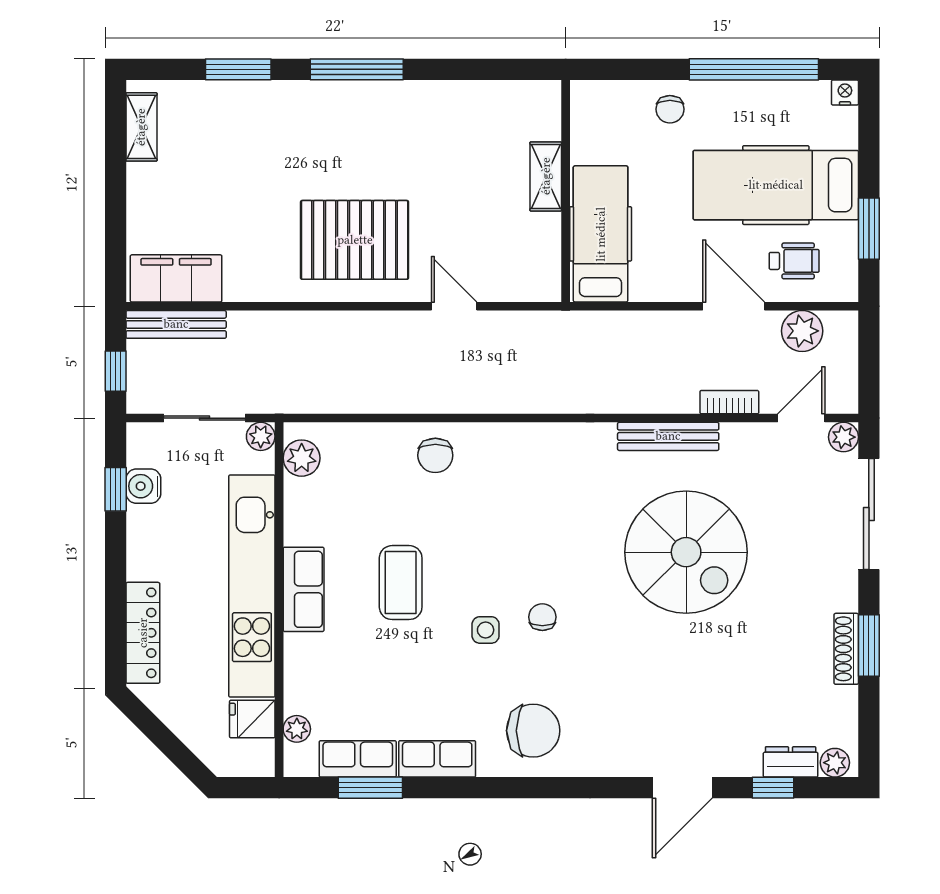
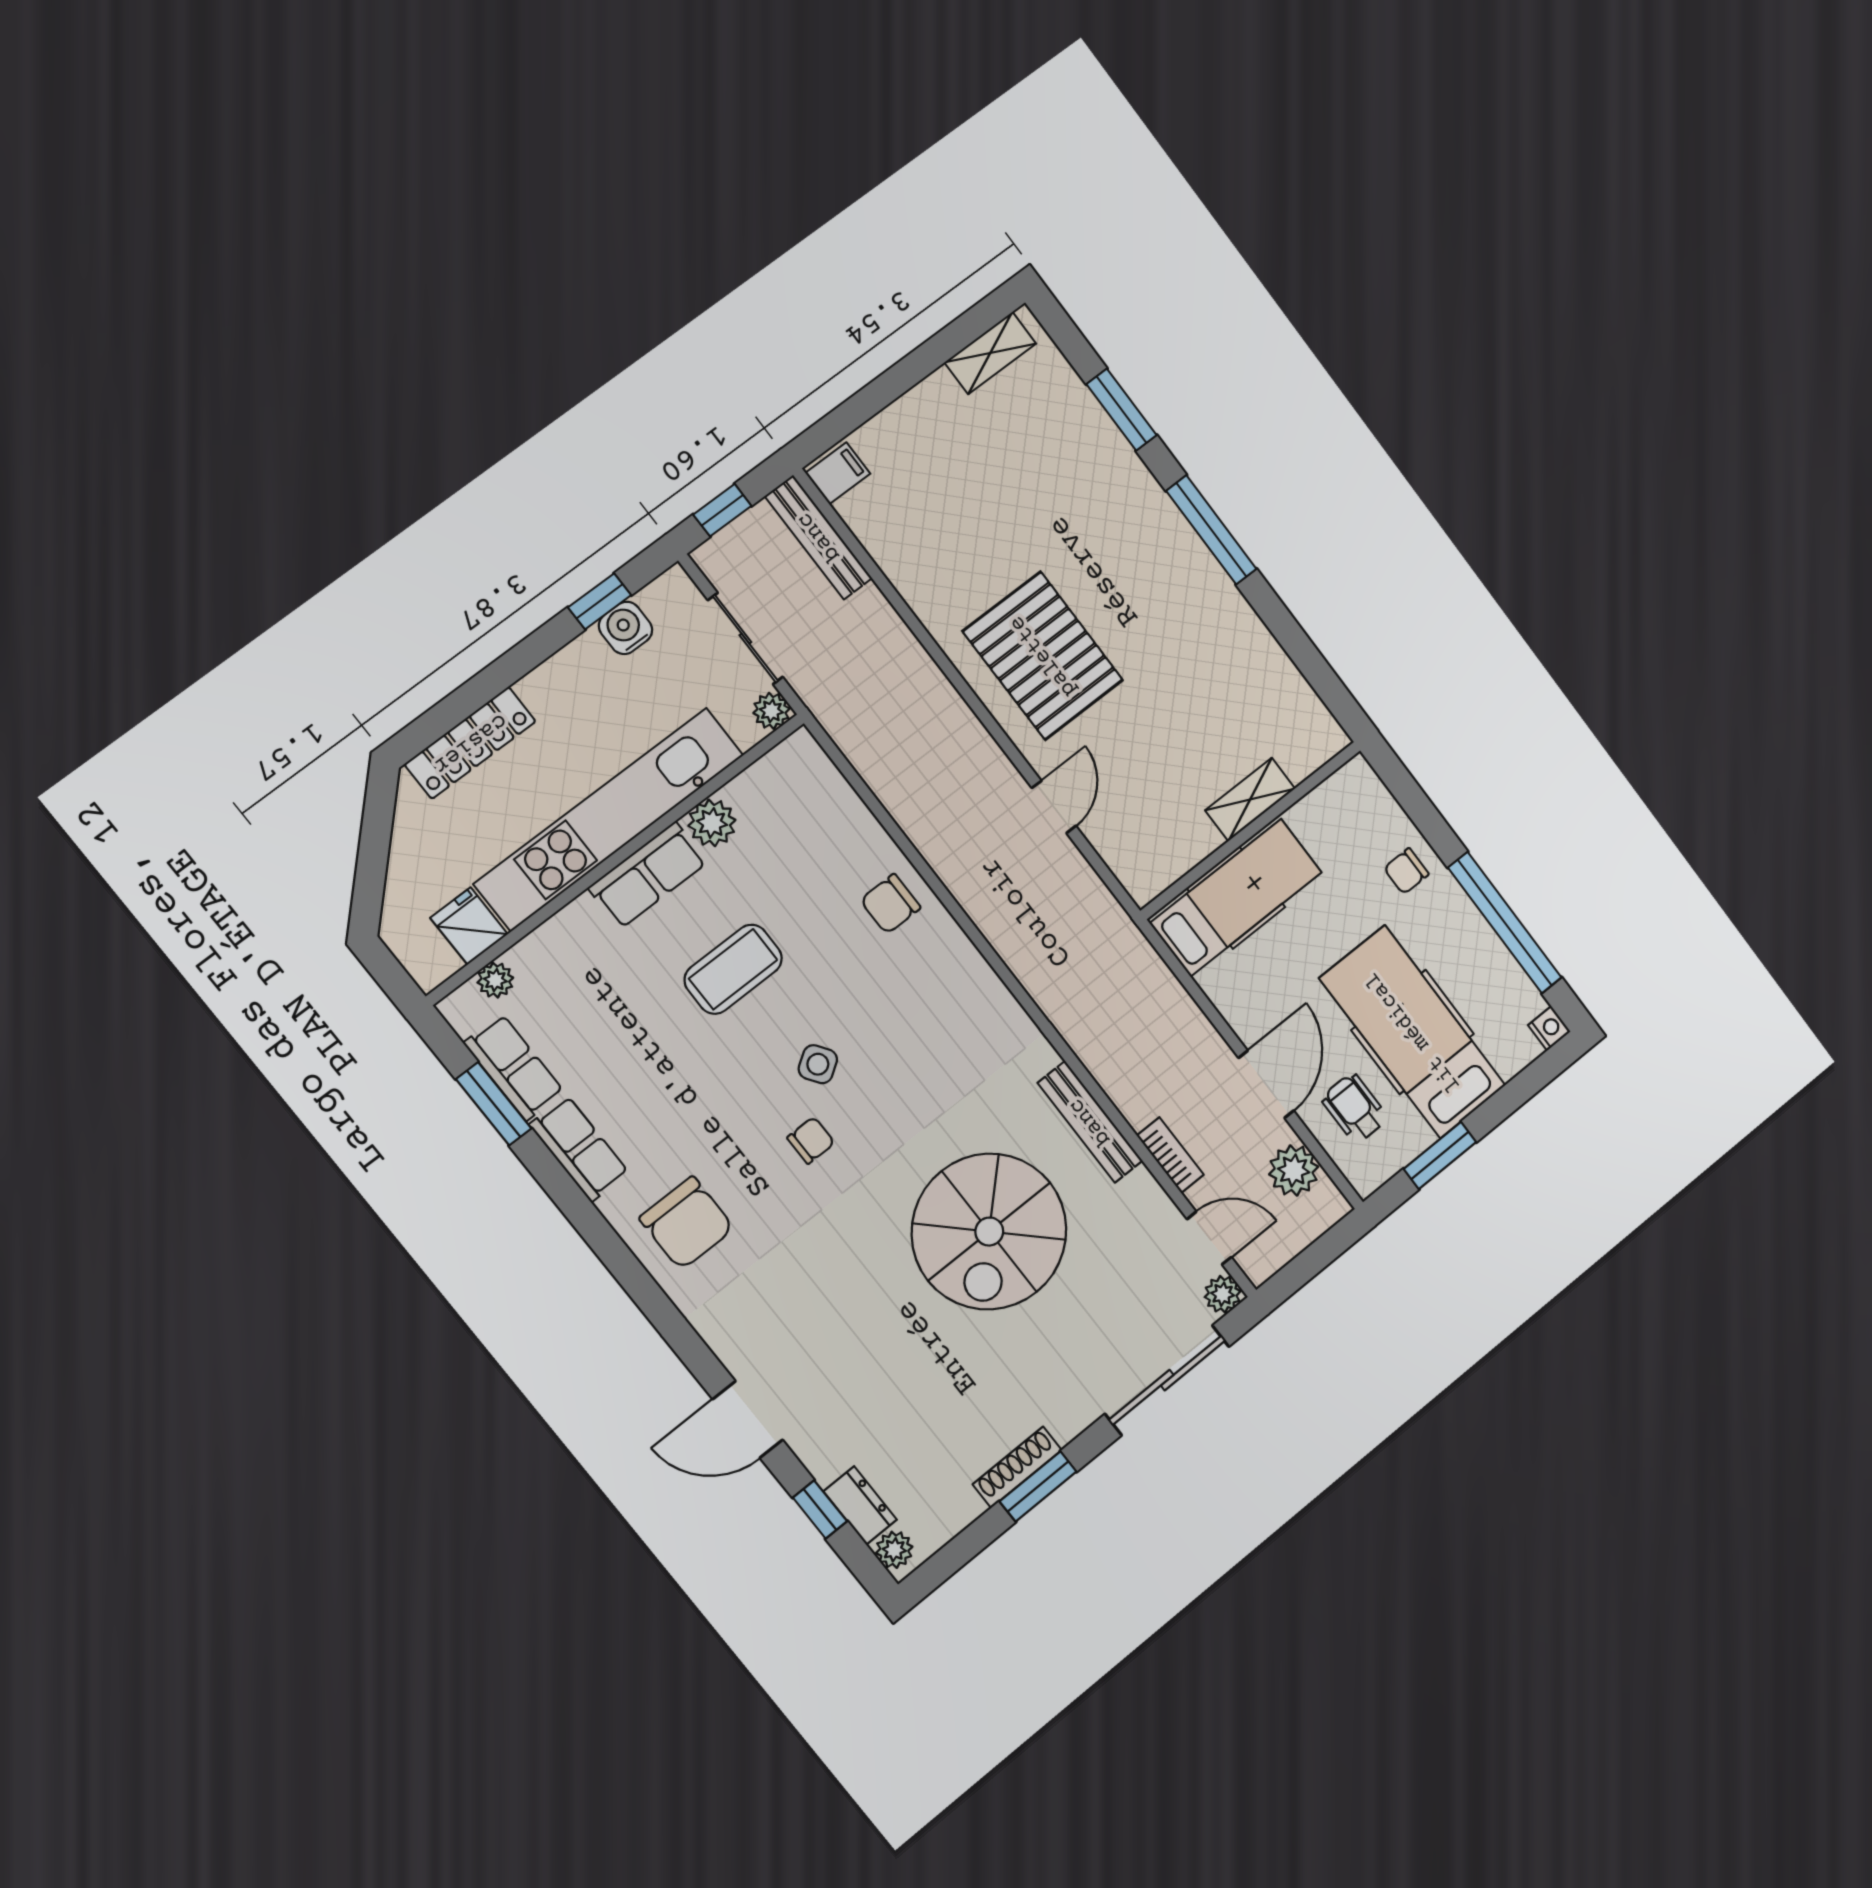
wheelchair: (794, 261) -> (1354, 1108), turned 180
filing cabinet: (176, 278) -> (838, 473), width x0.33, depth x0.86
plant: (302, 458) -> (712, 823), moved
side table: (486, 630) -> (818, 1064), moved, turned -34

